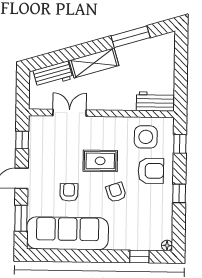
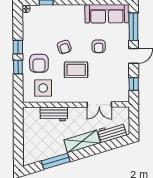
workbench: (155, 101) -> (54, 114), moved
window: (180, 144) -> (18, 67), moved
armchair: (151, 171) -> (39, 63), turned -90
window: (21, 218) -> (133, 27), width x1.44
sofa: (68, 233) -> (107, 14), width x0.74, depth x0.79

